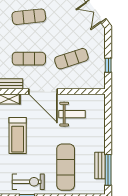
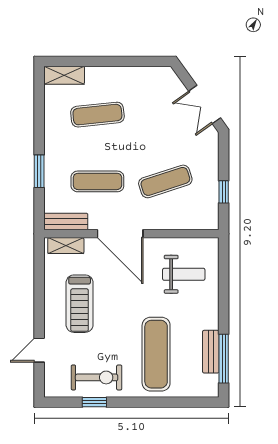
weight bench: (72, 114) -> (184, 274), moved

